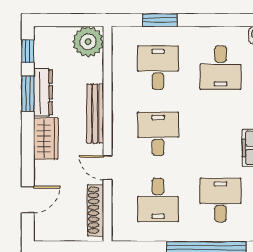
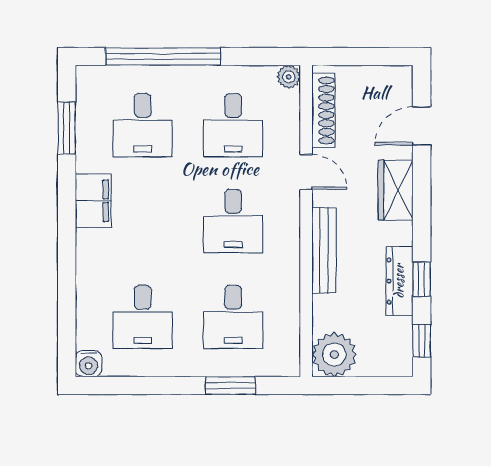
desk: (220, 68) -> (143, 317), turned 180
window: (28, 94) -> (422, 279), width x0.67
wardrobe: (46, 139) -> (396, 190), moved
desk: (158, 200) -> (233, 125), turned 180
plant: (120, 233) -> (289, 77), added

